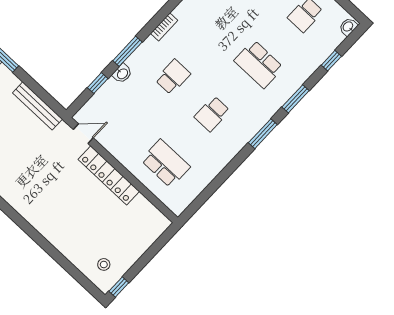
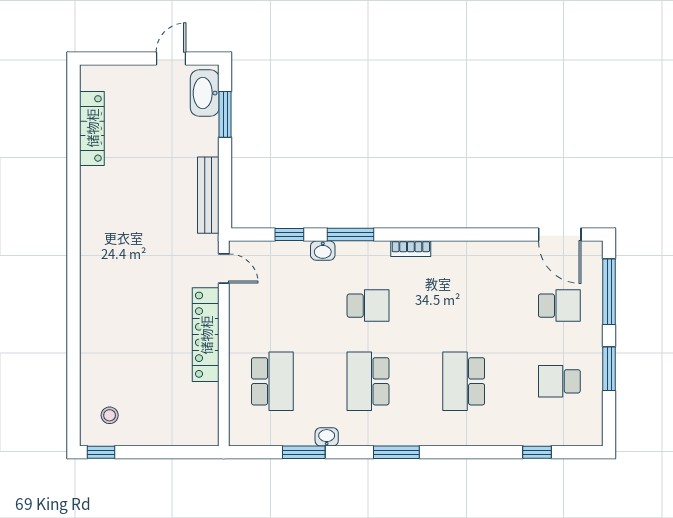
washbasin: (348, 27) -> (327, 437), moved
window: (295, 99) -> (304, 452), moved
school desk: (212, 114) -> (368, 381), width x1.85

